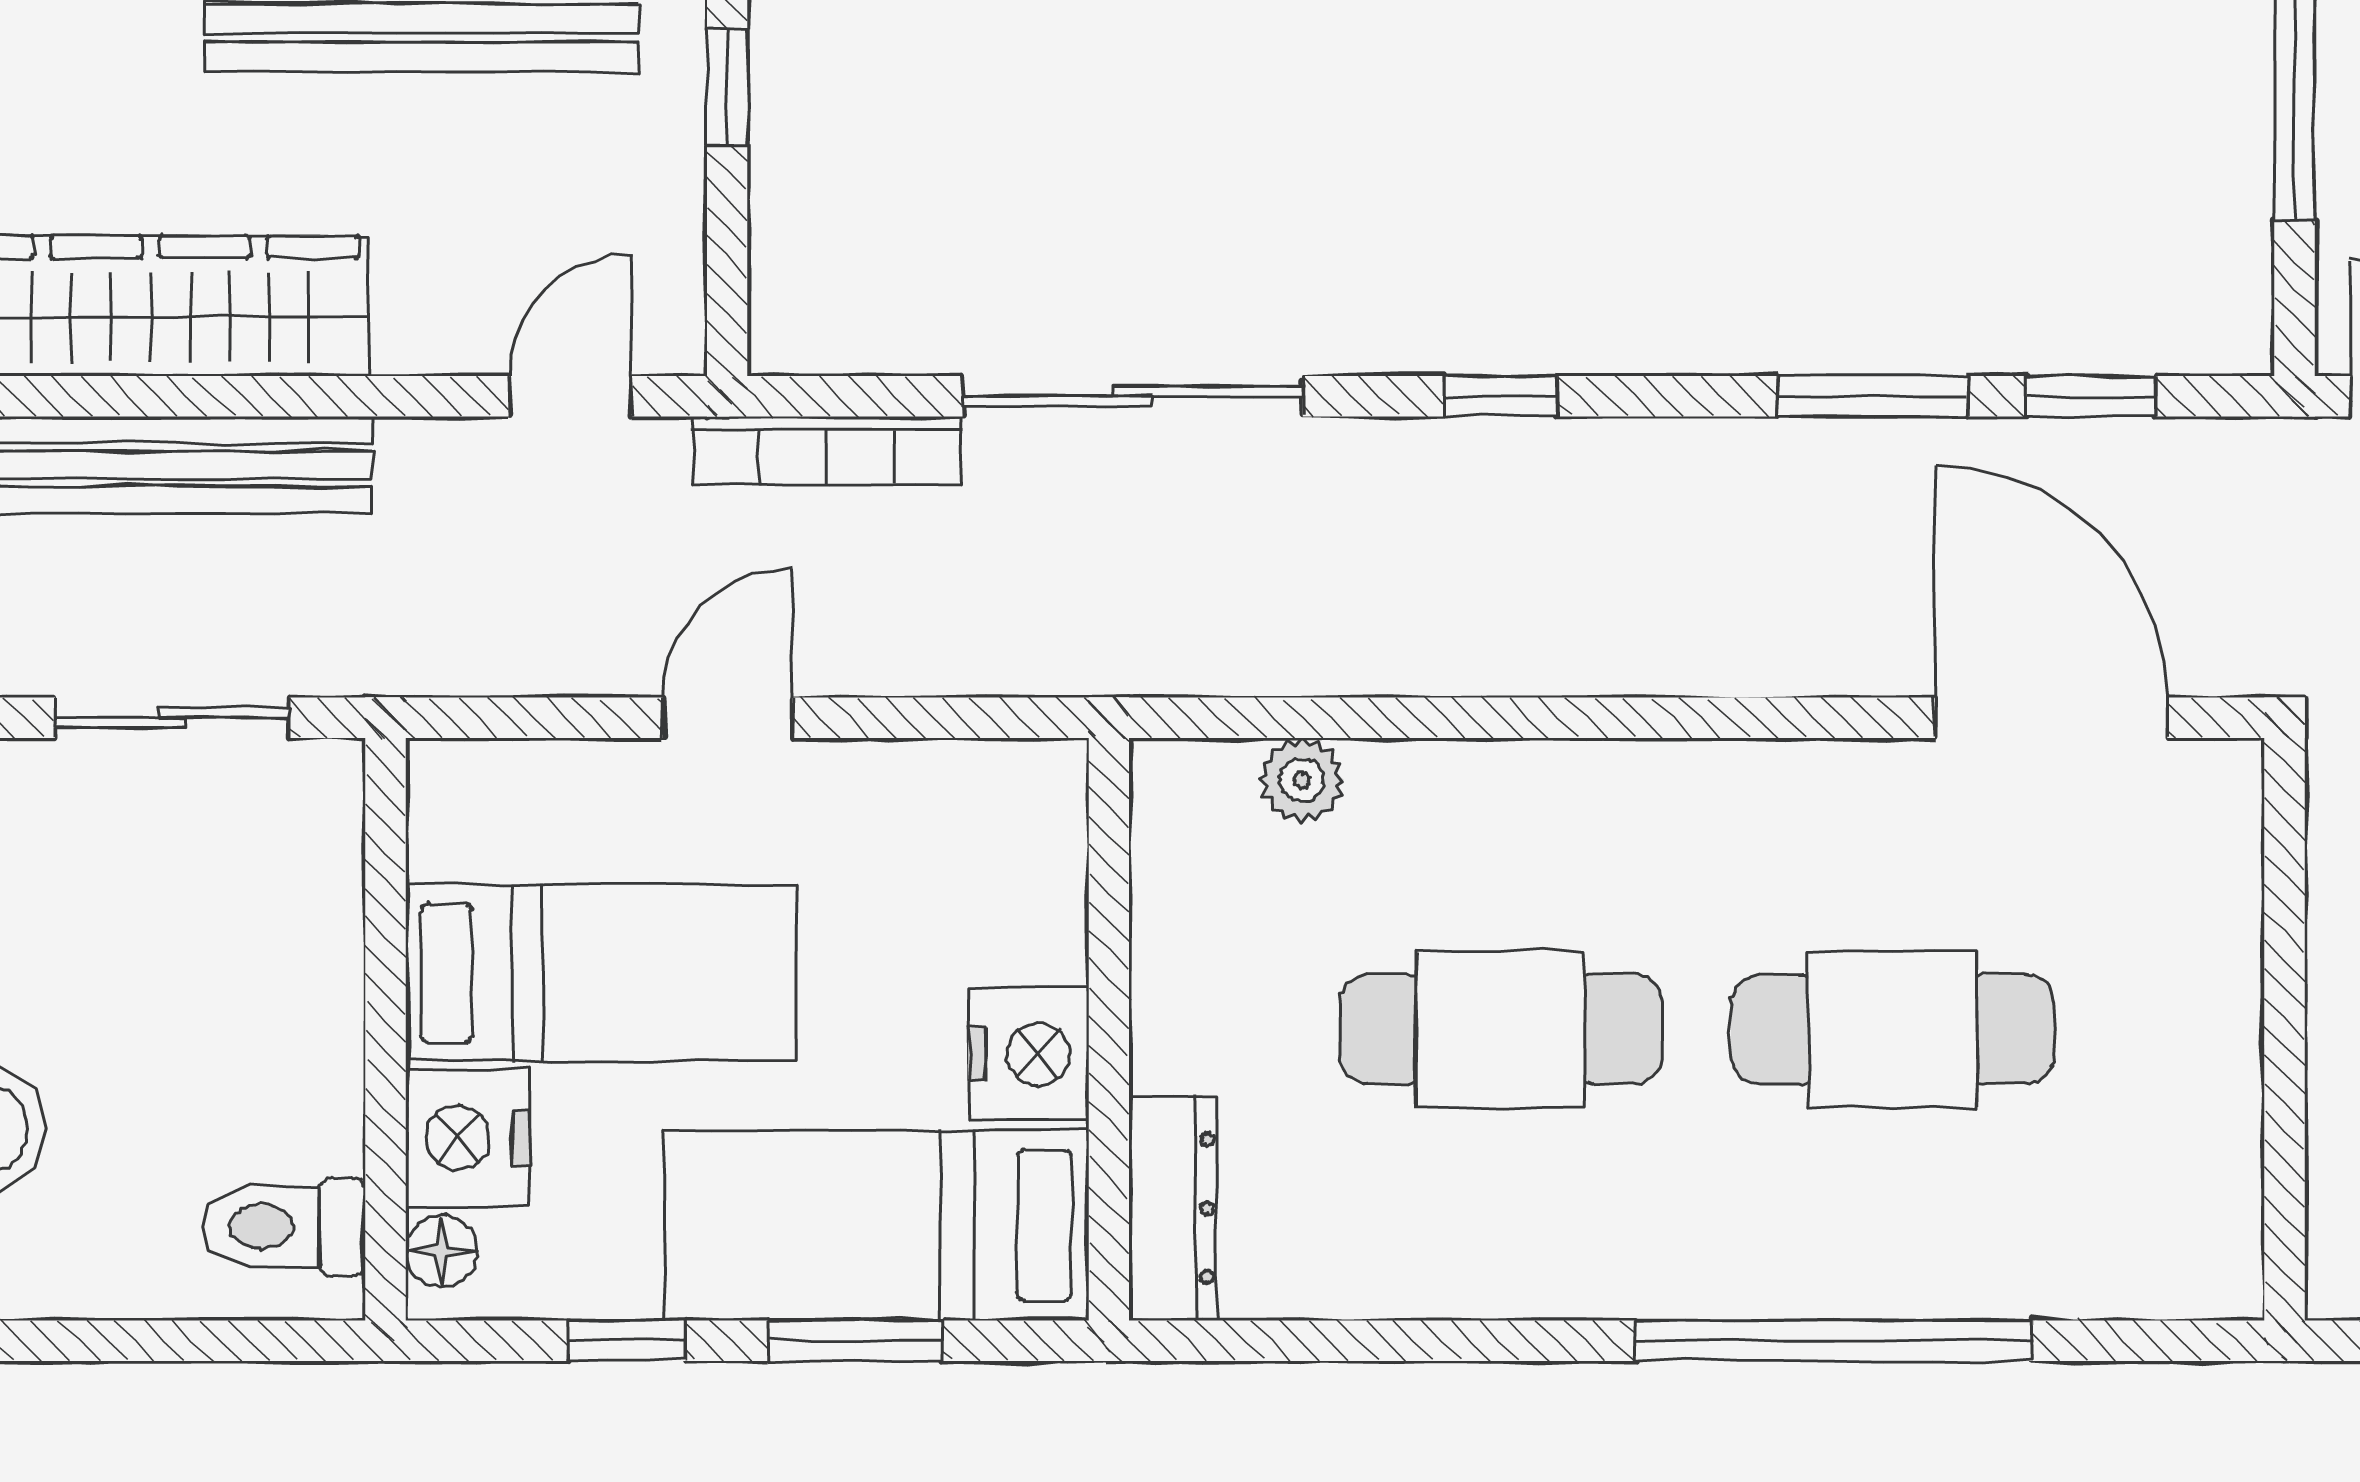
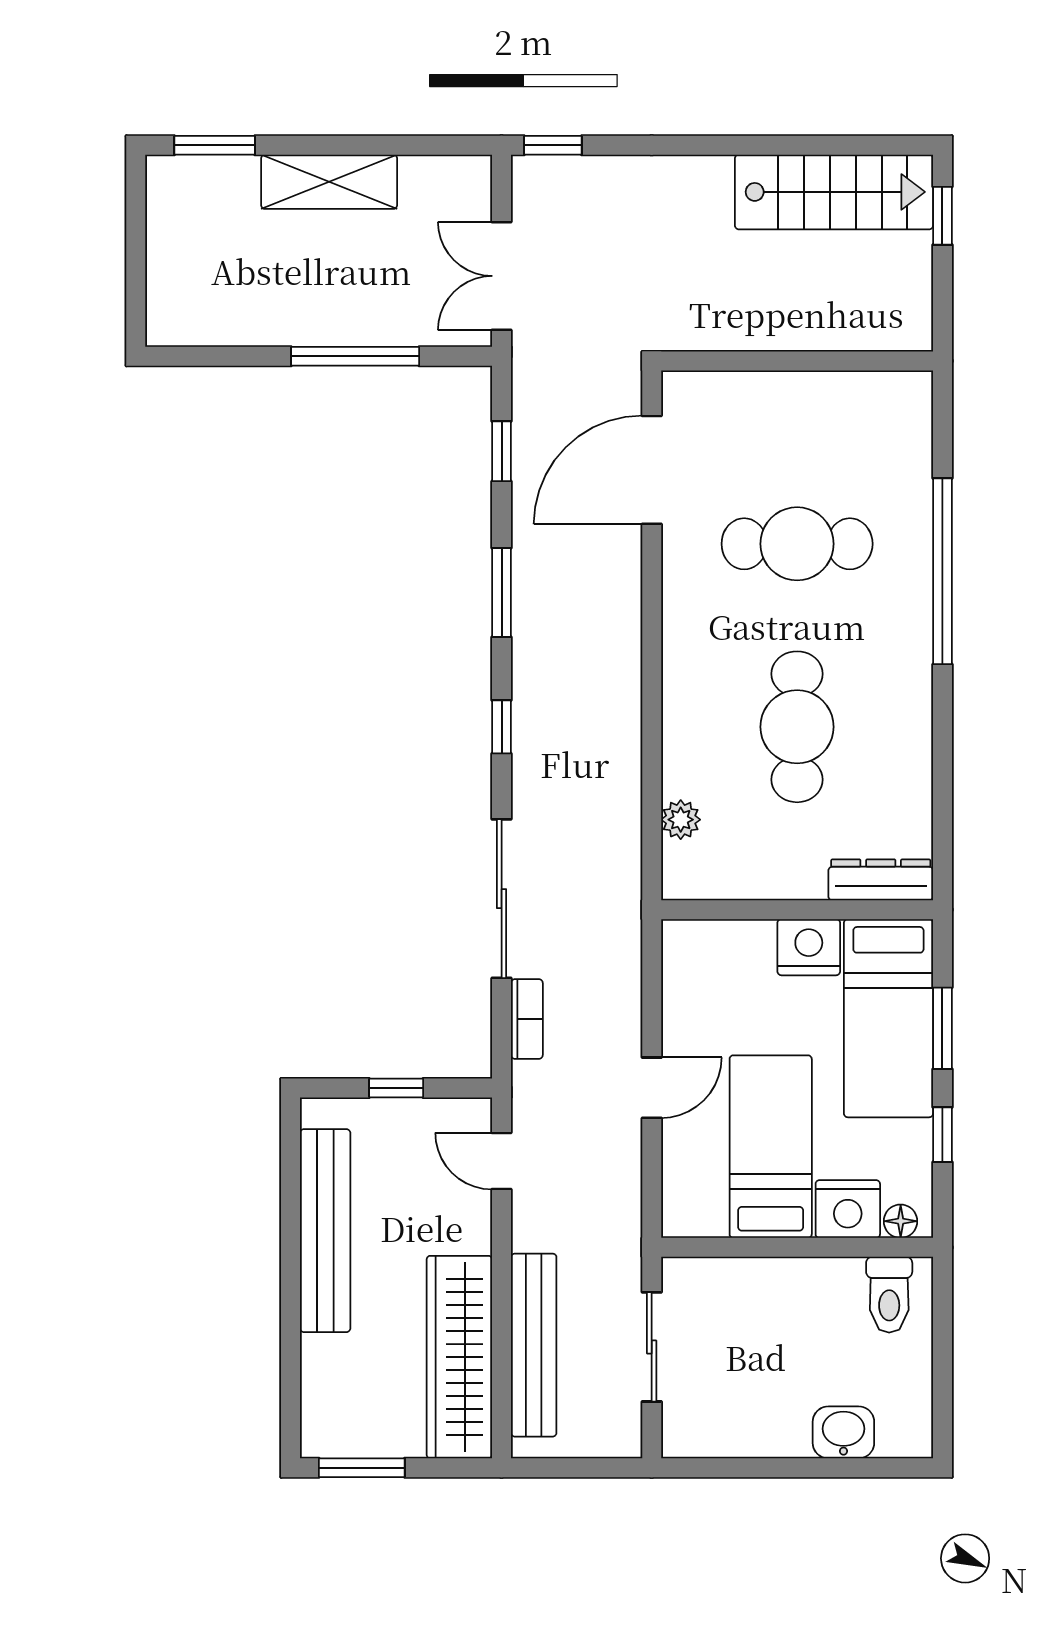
window: (727, 87) -> (396, 1088), moved
window: (1873, 396) -> (502, 592), moved
bookcase: (827, 450) -> (527, 1019), width x0.64
door: (727, 718) -> (652, 1088), swing flipped
cafe table: (1893, 1029) -> (797, 544), turned 90

